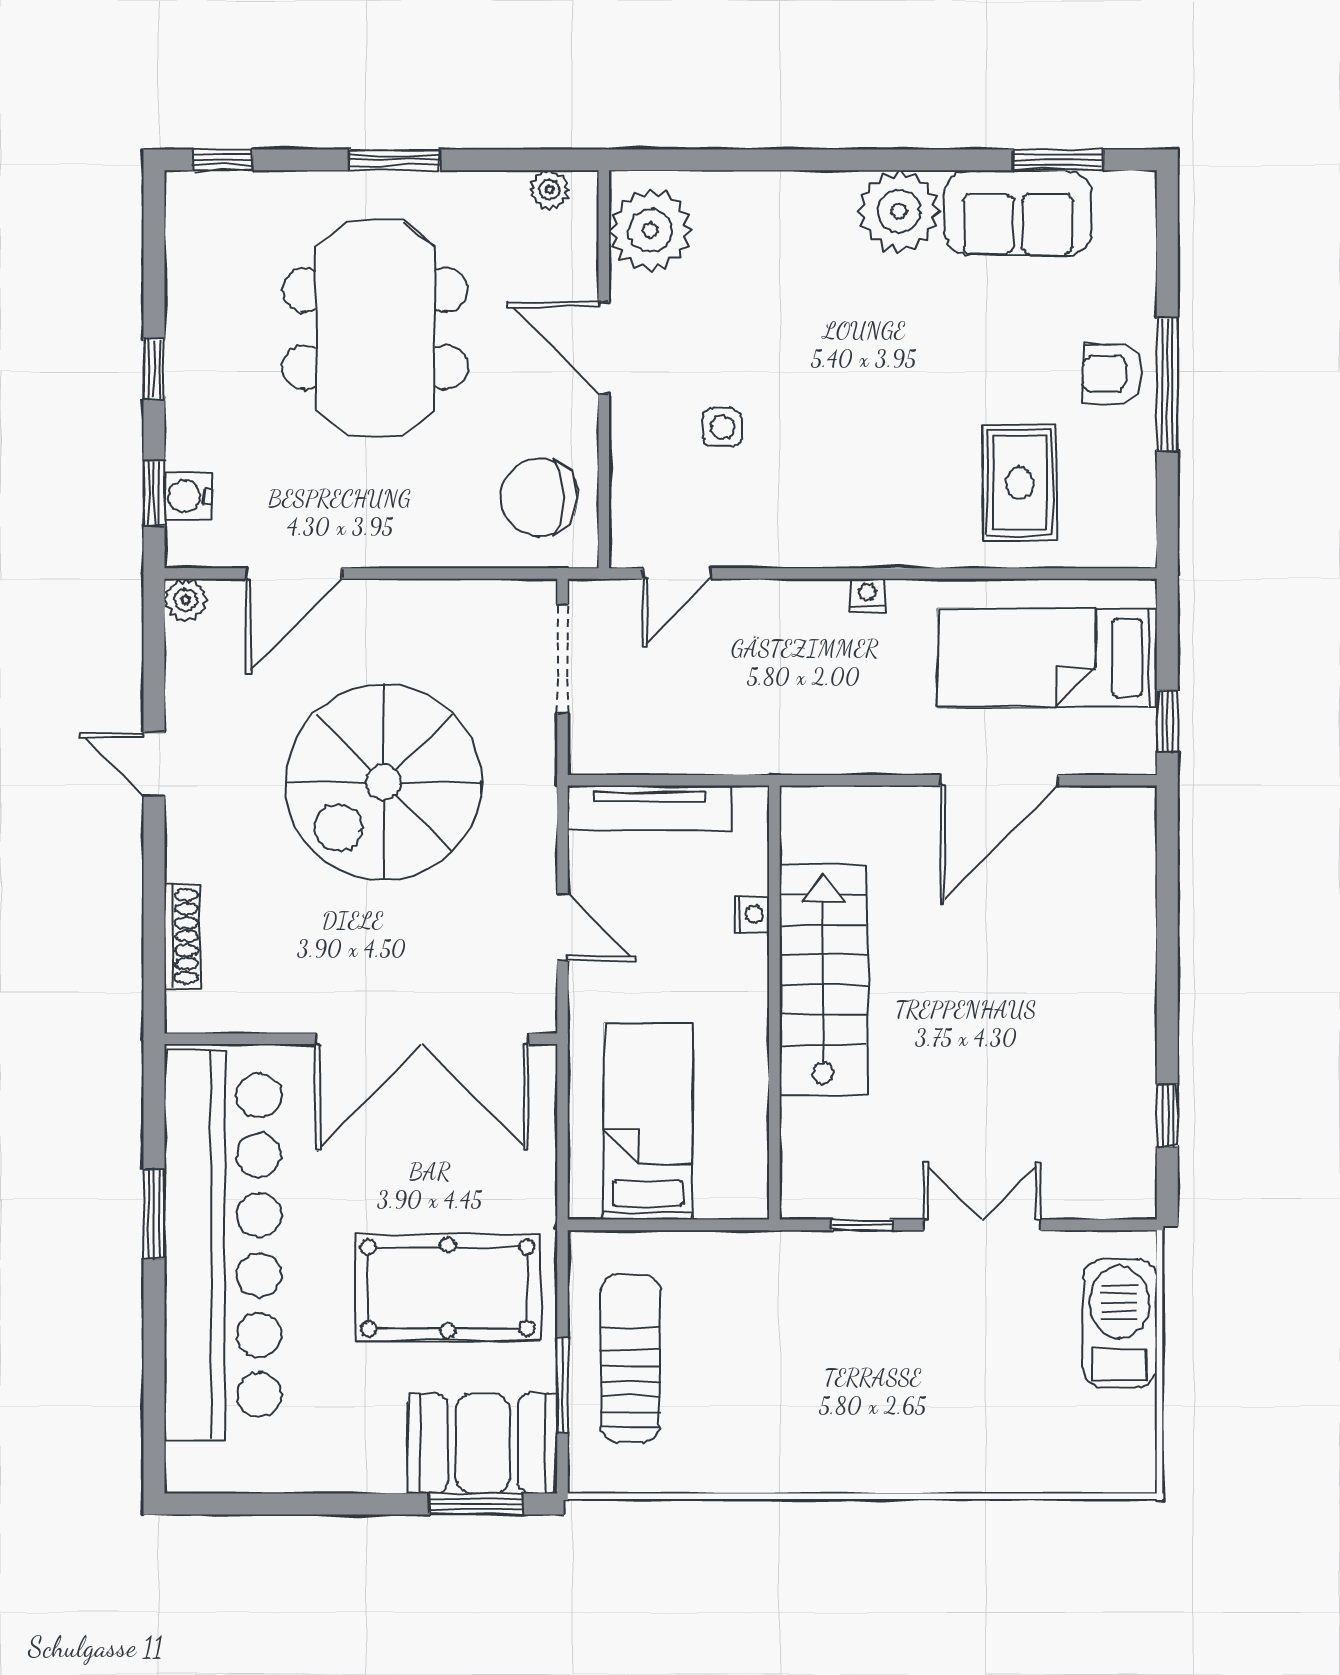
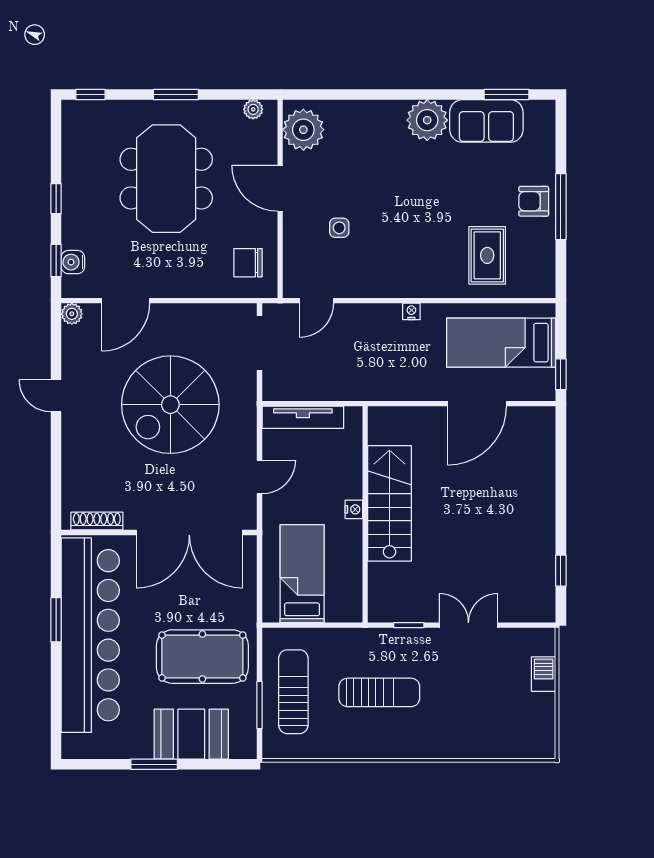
chair: (539, 497) -> (248, 263), width x0.73, depth x0.73
nightstand: (752, 914) -> (354, 509), moved
door: (562, 927) -> (260, 477), hinge flipped
shoe rack: (182, 936) -> (97, 521), moved, turned -90
barbecue: (1120, 1323) -> (544, 674), width x0.53, depth x0.65
sun lounger: (803, 1360) -> (379, 692), added
booth: (483, 1444) -> (191, 734), moved
window: (476, 1504) -> (154, 764), moved

